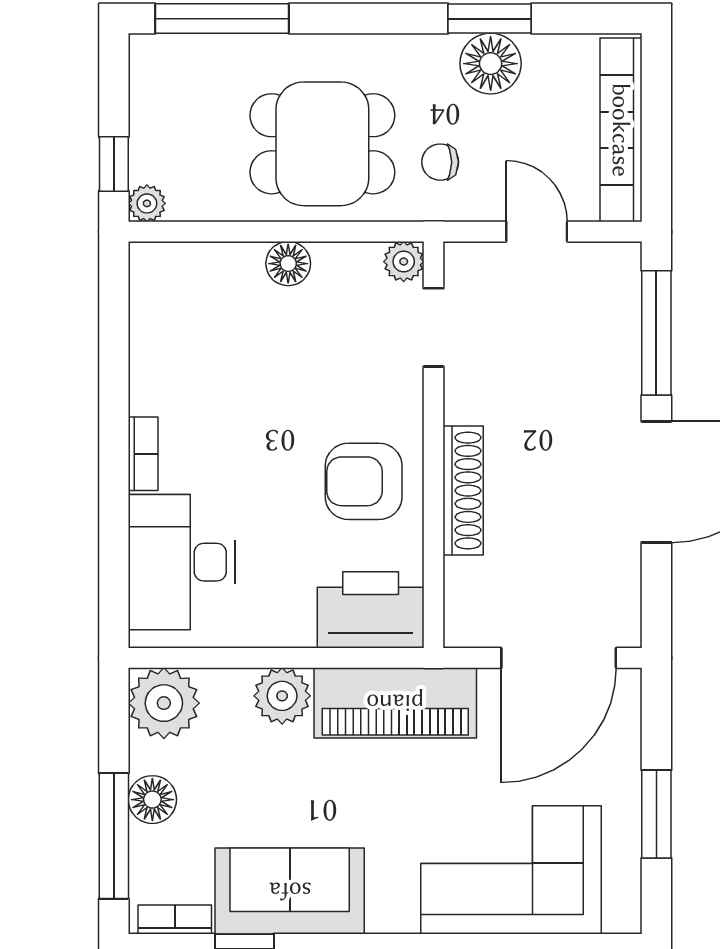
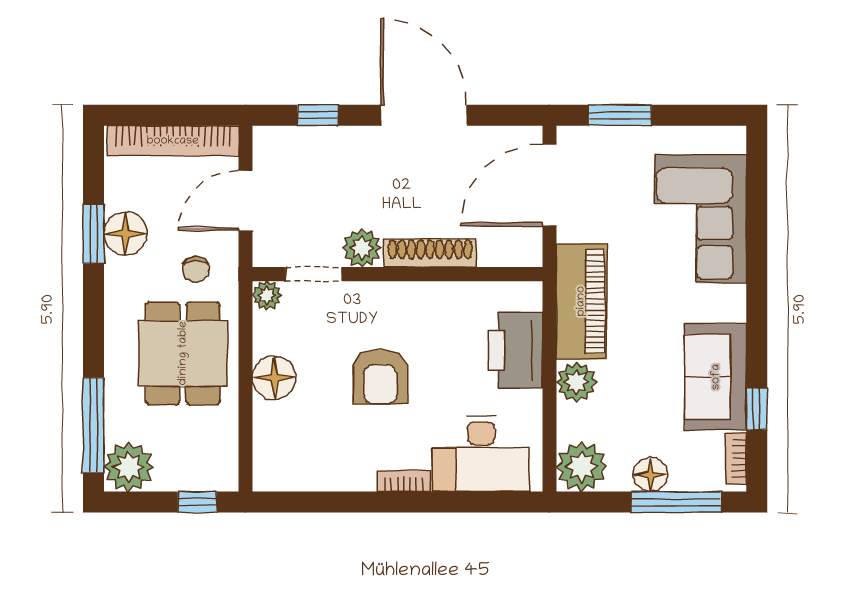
plant: (147, 203) -> (129, 467), moved, width x1.88, depth x1.88
door: (537, 232) -> (245, 201), width x1.38
floor lamp: (288, 264) -> (274, 378), width x1.38, depth x1.38
window: (656, 333) -> (318, 115), width x0.46
plant: (470, 395) -> (362, 248), added
armchair: (364, 481) -> (380, 377), moved
printer: (371, 610) -> (515, 350), moved
door: (559, 658) -> (549, 185), swing flipped
window: (656, 814) -> (620, 115), moved

